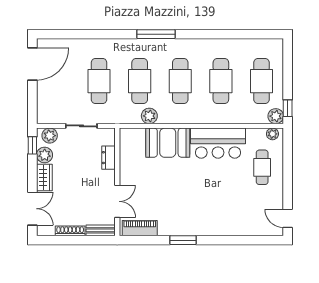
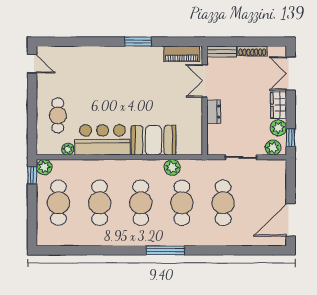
plant: (272, 134) -> (68, 149), moved
dresser: (109, 158) -> (213, 112), moved

